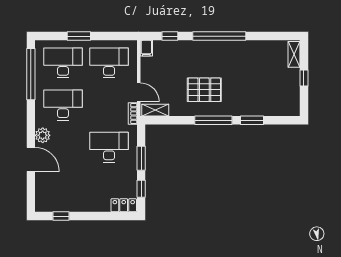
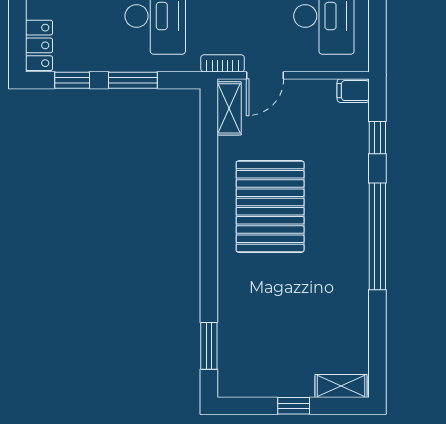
pallet: (204, 90) -> (270, 207), width x1.37, depth x1.41
window: (213, 120) -> (209, 225), removed
window: (252, 120) -> (209, 346), moved

